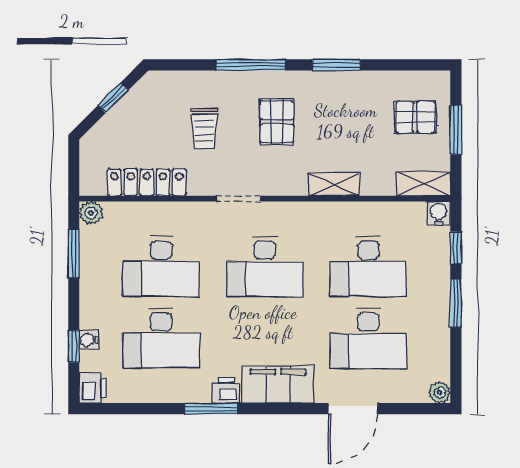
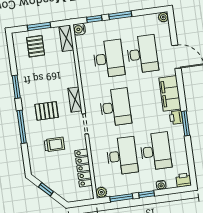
shelving: (334, 184) -> (75, 100), moved
window: (74, 346) -> (147, 194), moved

